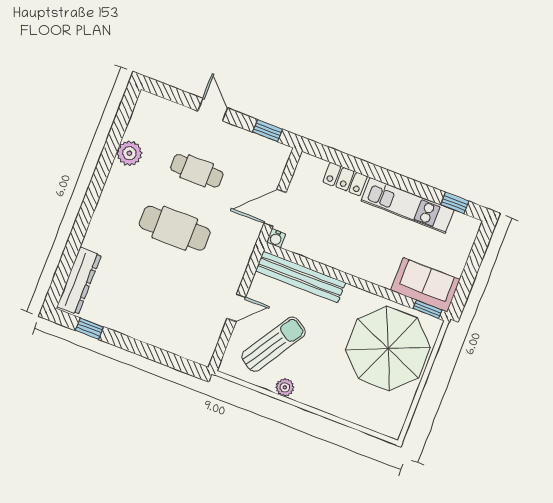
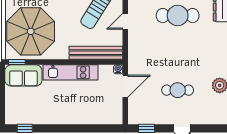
locker: (345, 179) -> (92, 118), removed
kitchen unit: (408, 206) -> (70, 72), moved, turned 180
cafe table: (175, 228) -> (178, 16), moved

